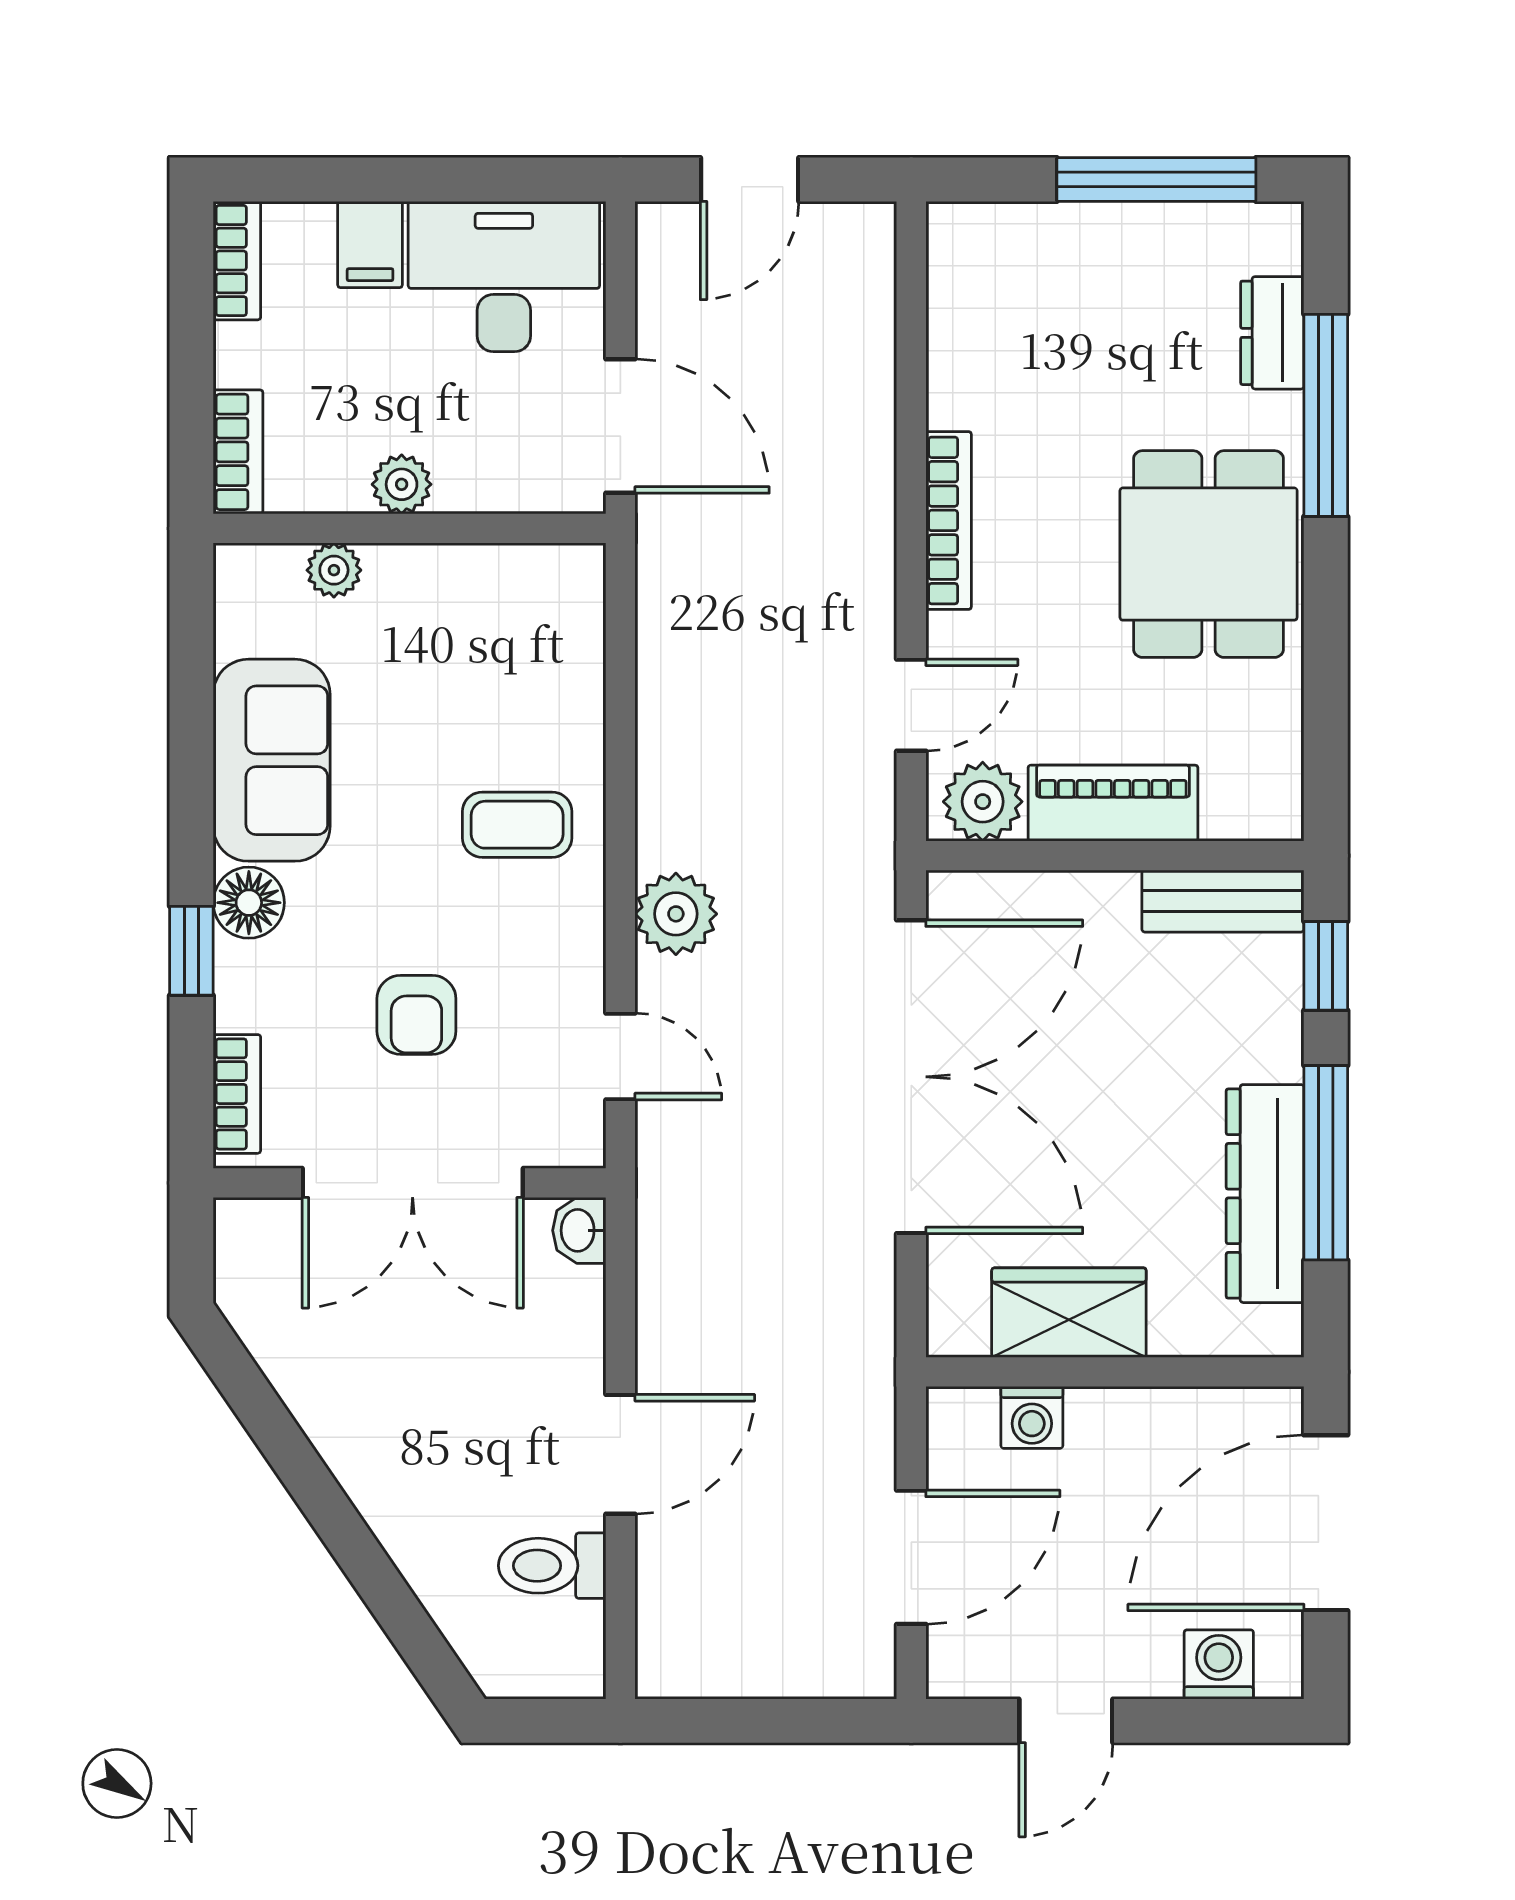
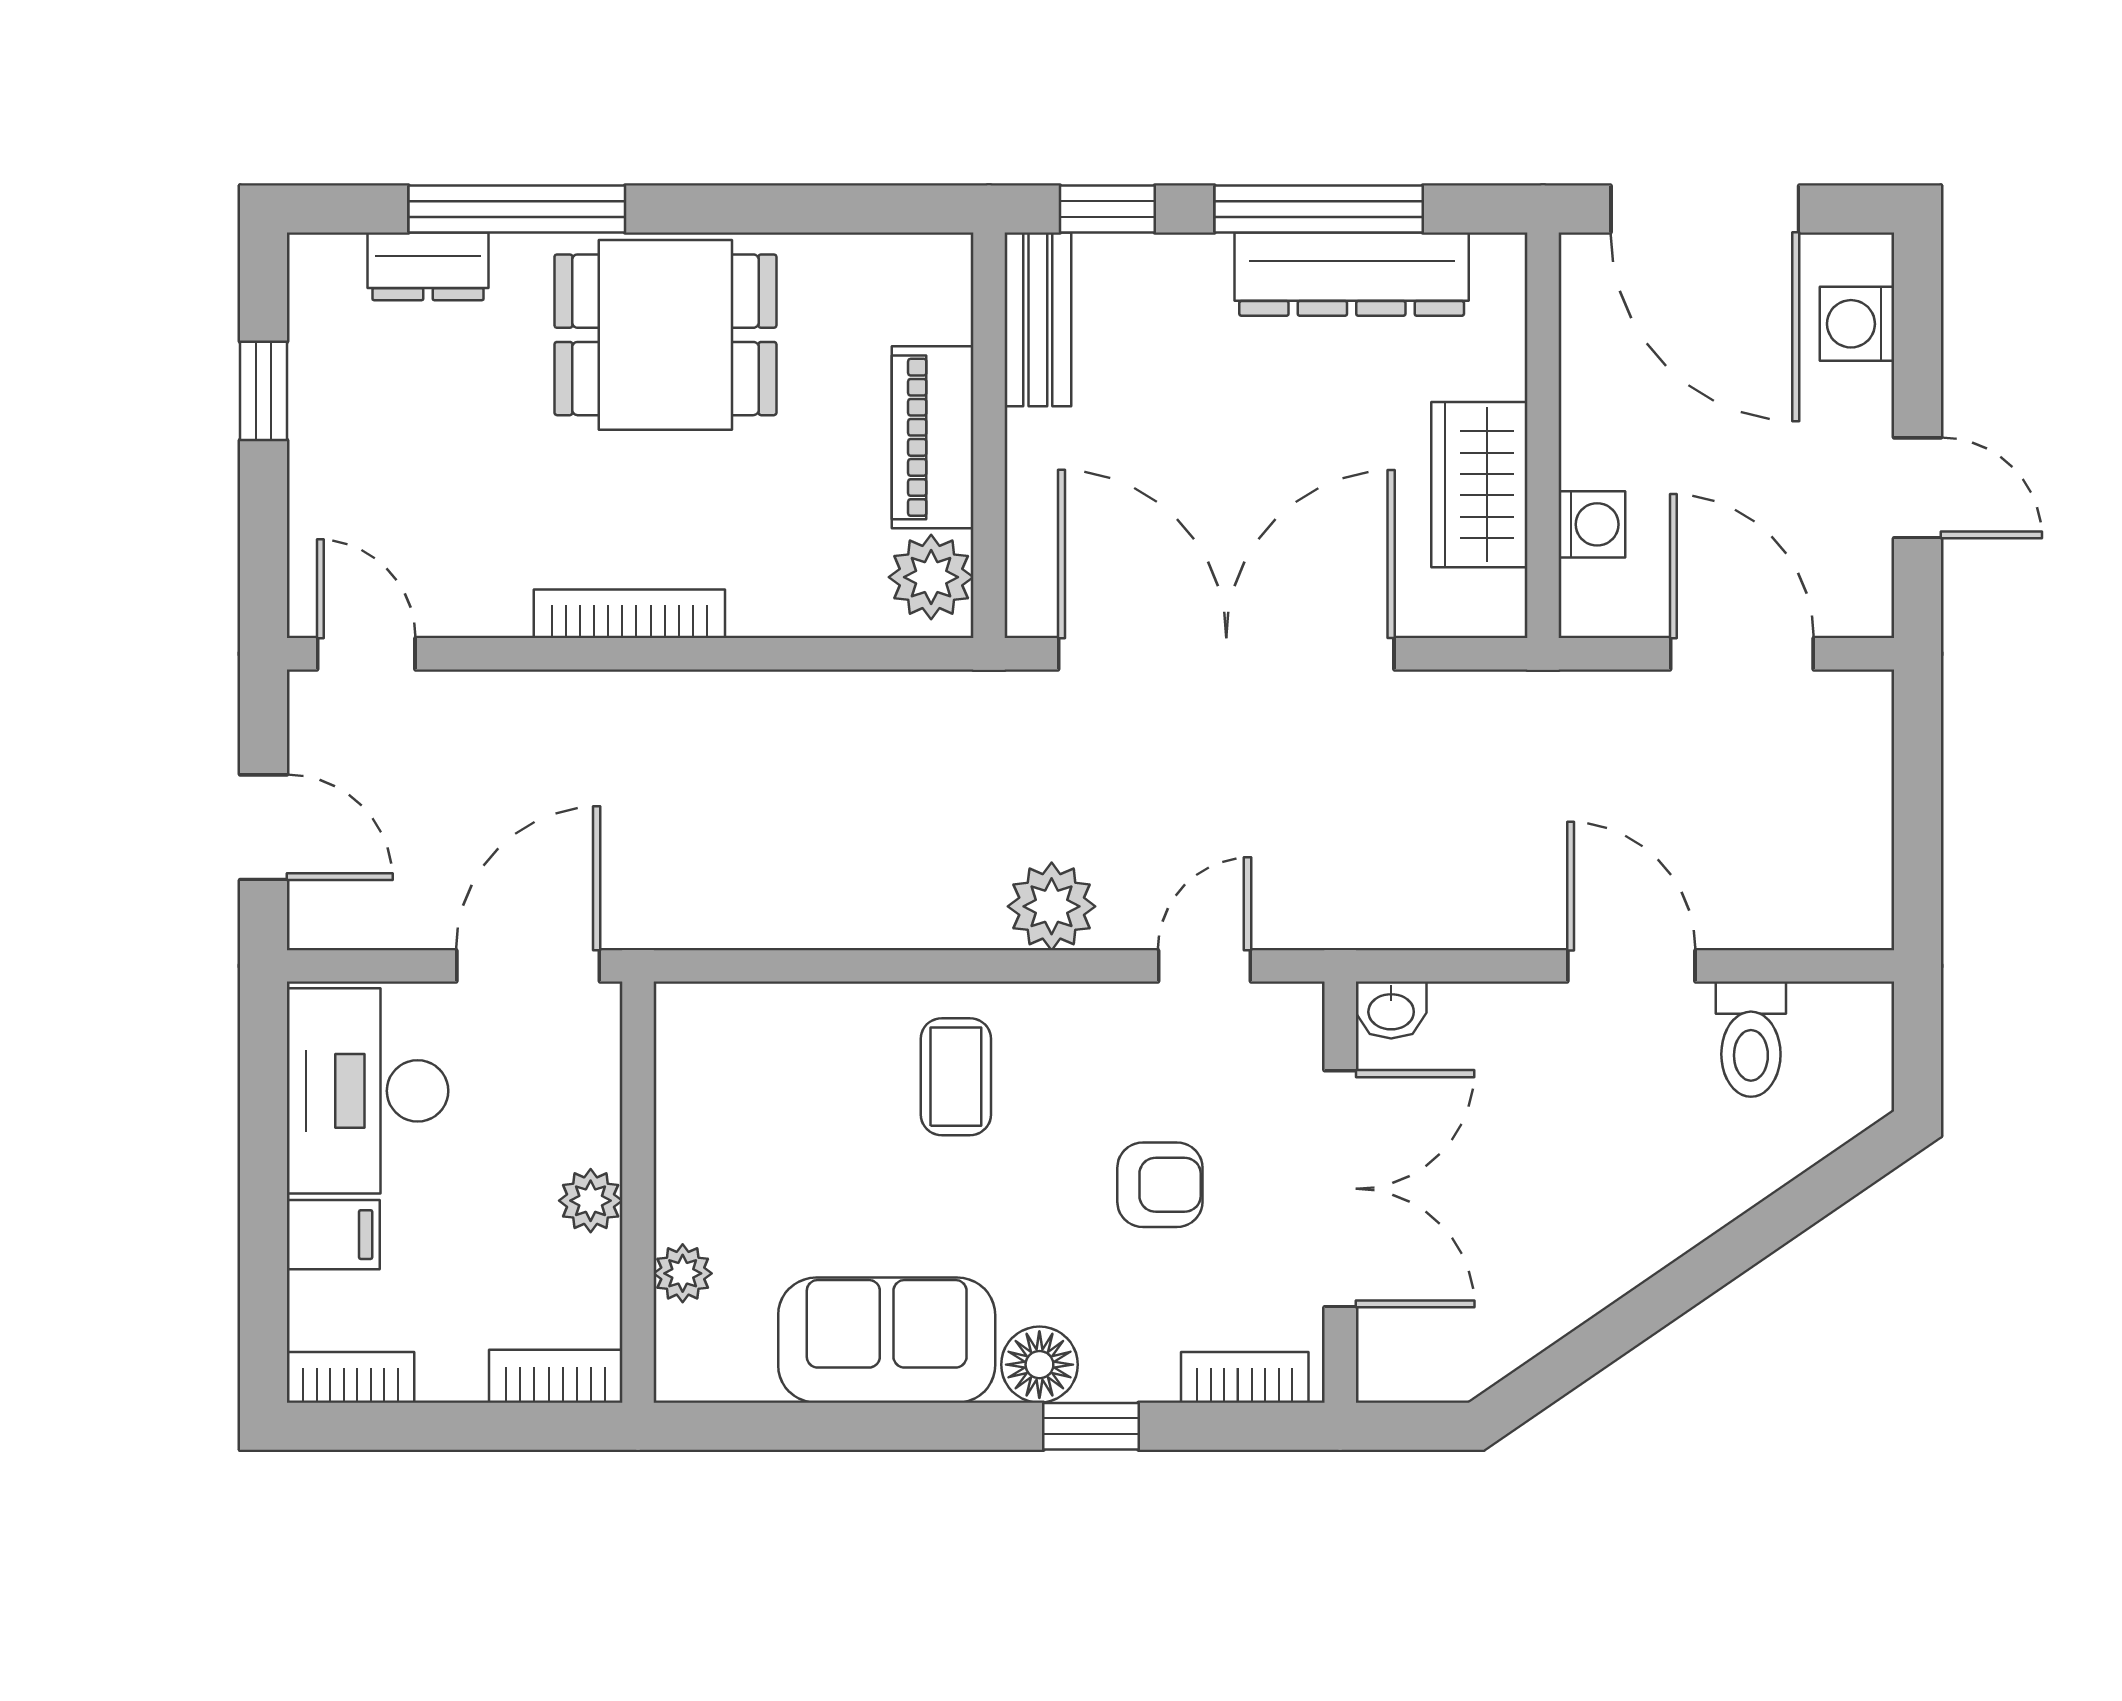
window: (1156, 179) -> (263, 391), width x0.46
door: (911, 705) -> (366, 654), moved

